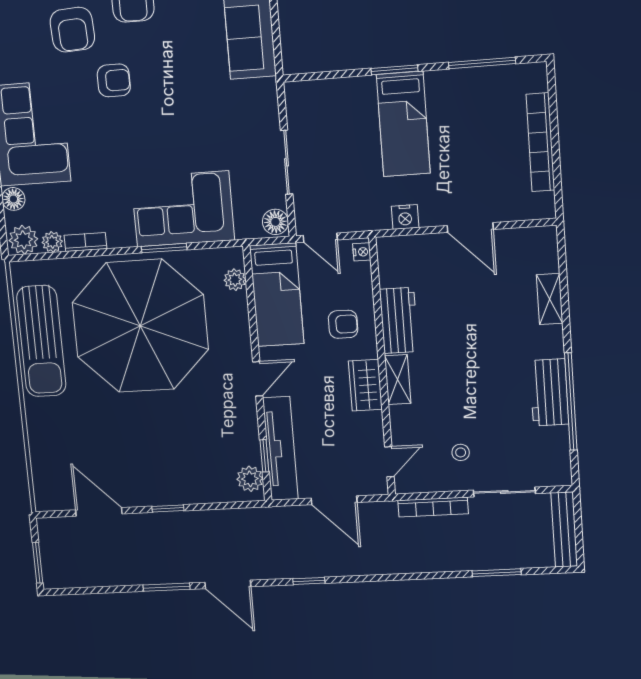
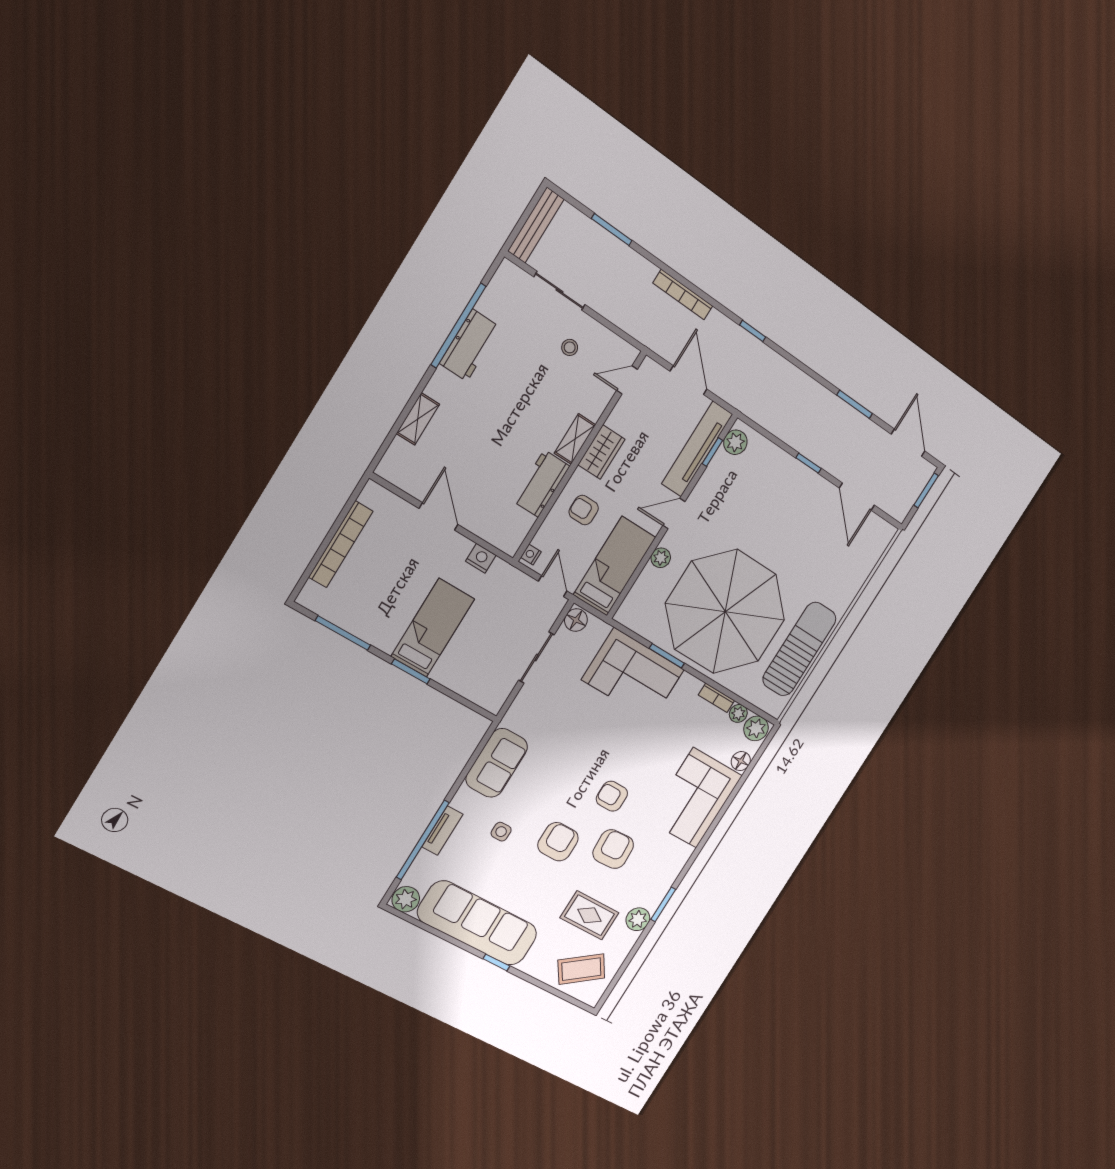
plant: (235, 280) -> (661, 558), moved
bookcase: (433, 507) -> (683, 295), moved, turned 180
door: (228, 584) -> (908, 443), moved

